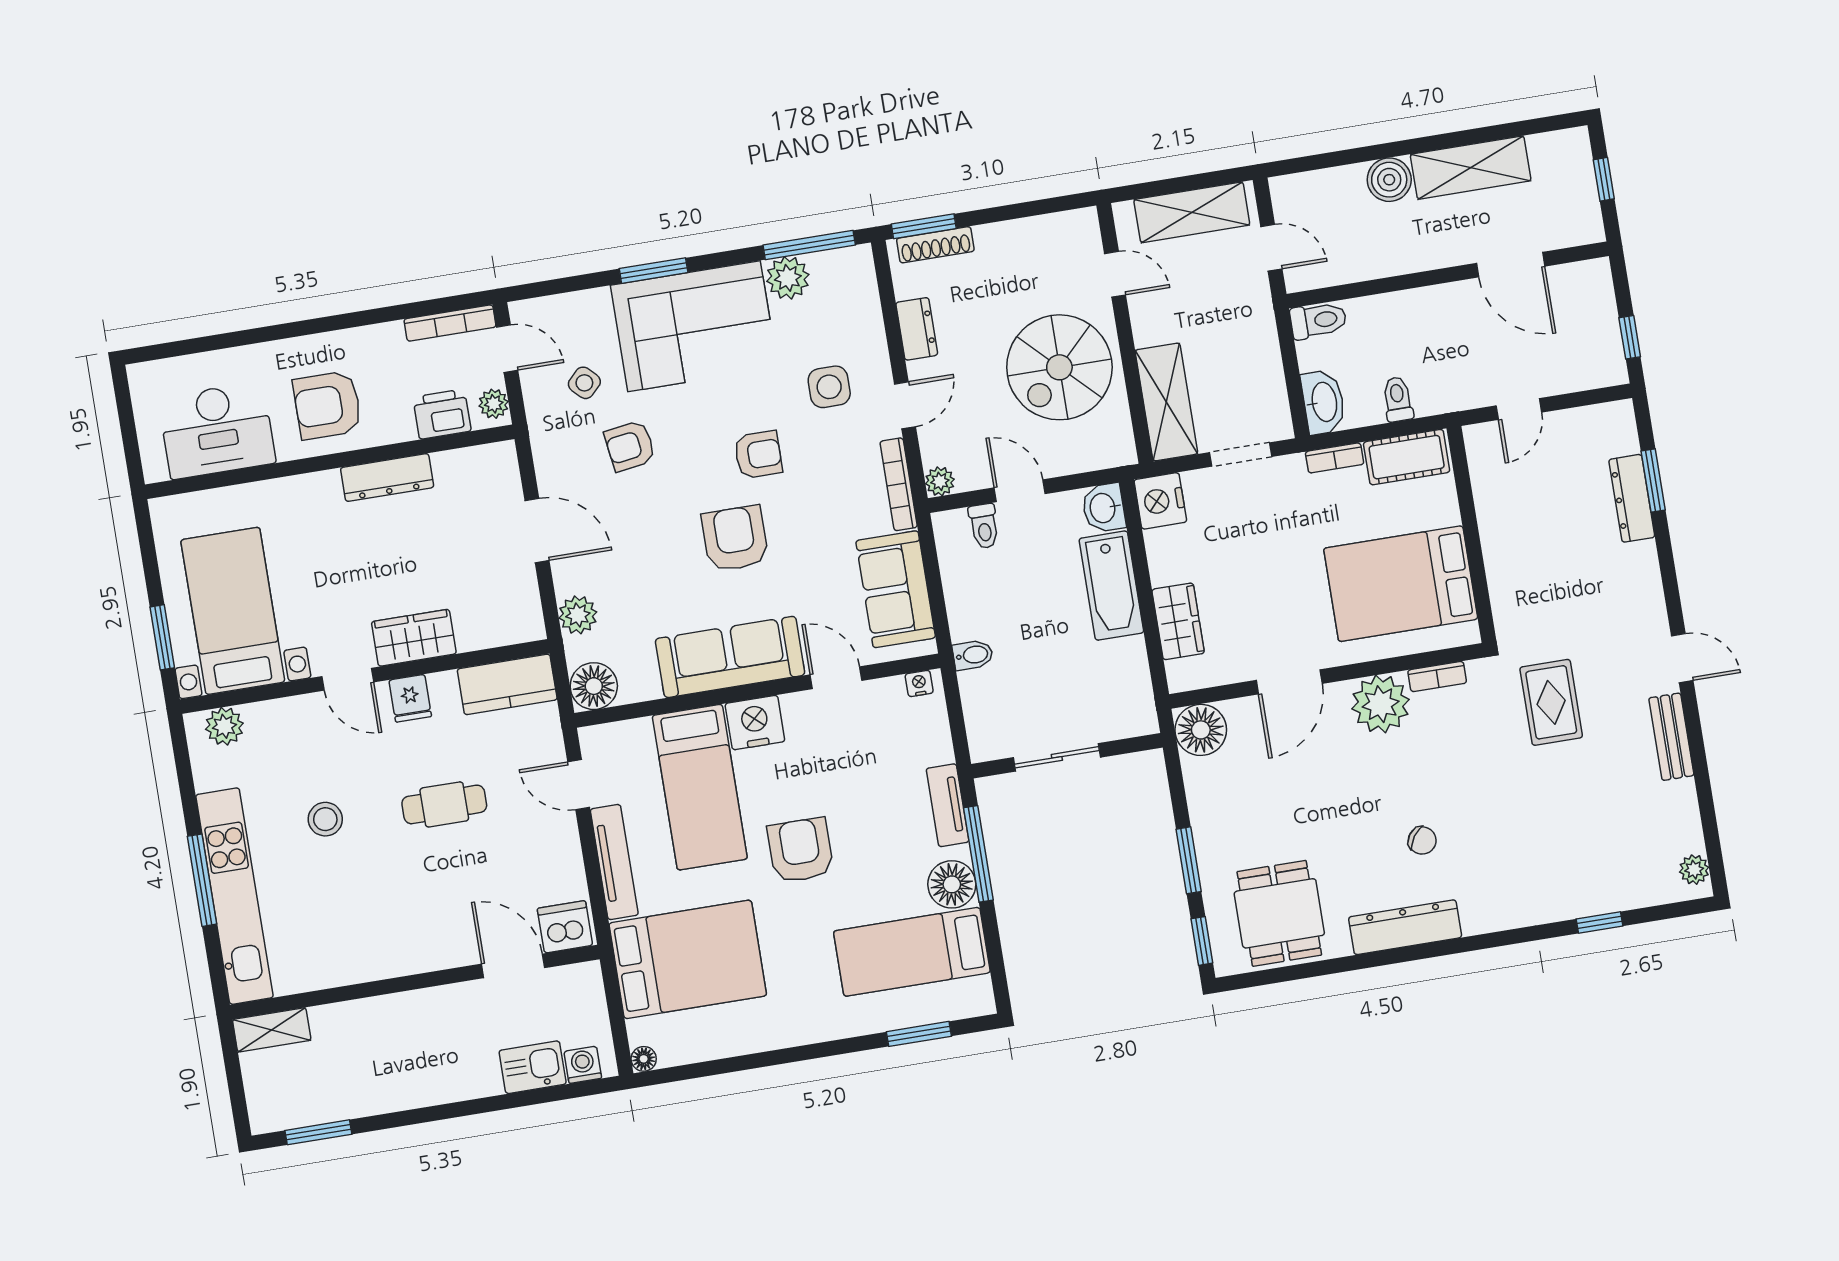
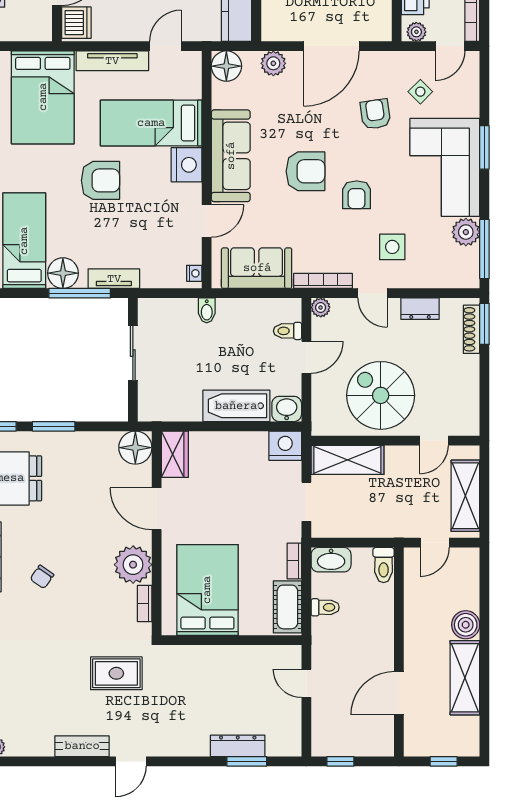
door: (537, 530) -> (331, 46), width x1.36
wardrobe: (1178, 621) -> (175, 454), moved, turned -90

